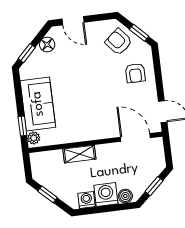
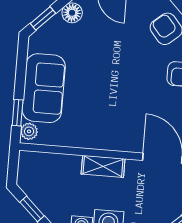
shelving: (79, 154) -> (103, 166), moved

